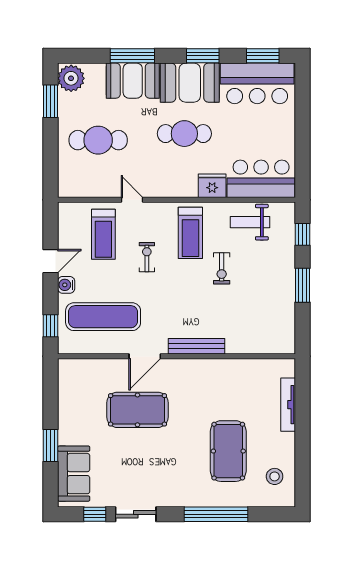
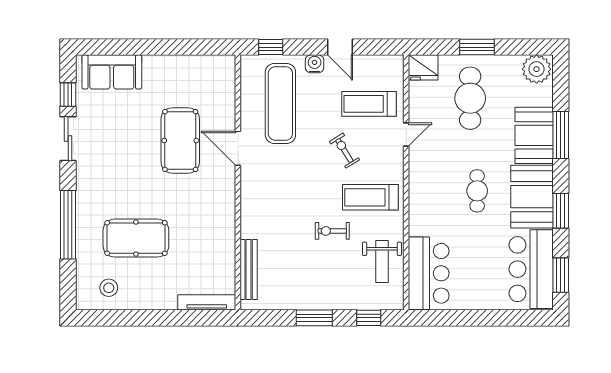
window: (51, 101) -> (477, 47), moved
cafe table: (184, 134) -> (477, 191), width x0.73, depth x0.74
fridge: (212, 186) -> (423, 67), moved, turned 90
weight bench: (250, 222) -> (382, 261), turned 180
exercise bike: (147, 257) -> (344, 151), turned -122
bench: (197, 346) -> (249, 269), moved
tv unit: (288, 405) -> (207, 302), moved
window: (51, 446) -> (142, 47), removed

